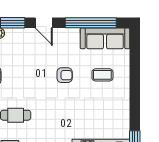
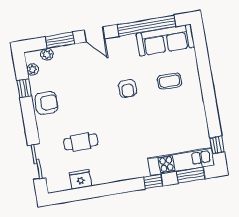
armchair: (65, 75) -> (127, 88), turned 90

